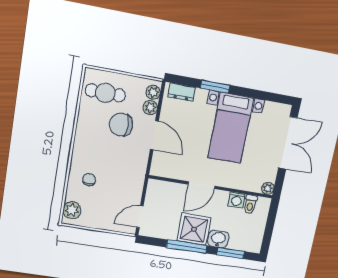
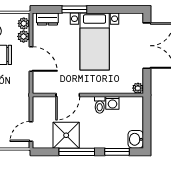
door: (202, 185) -> (68, 95), moved
toilet: (250, 204) -> (100, 105), moved
shower: (194, 229) -> (66, 135), moved
washbasin: (218, 239) -> (136, 139), moved, turned -90

